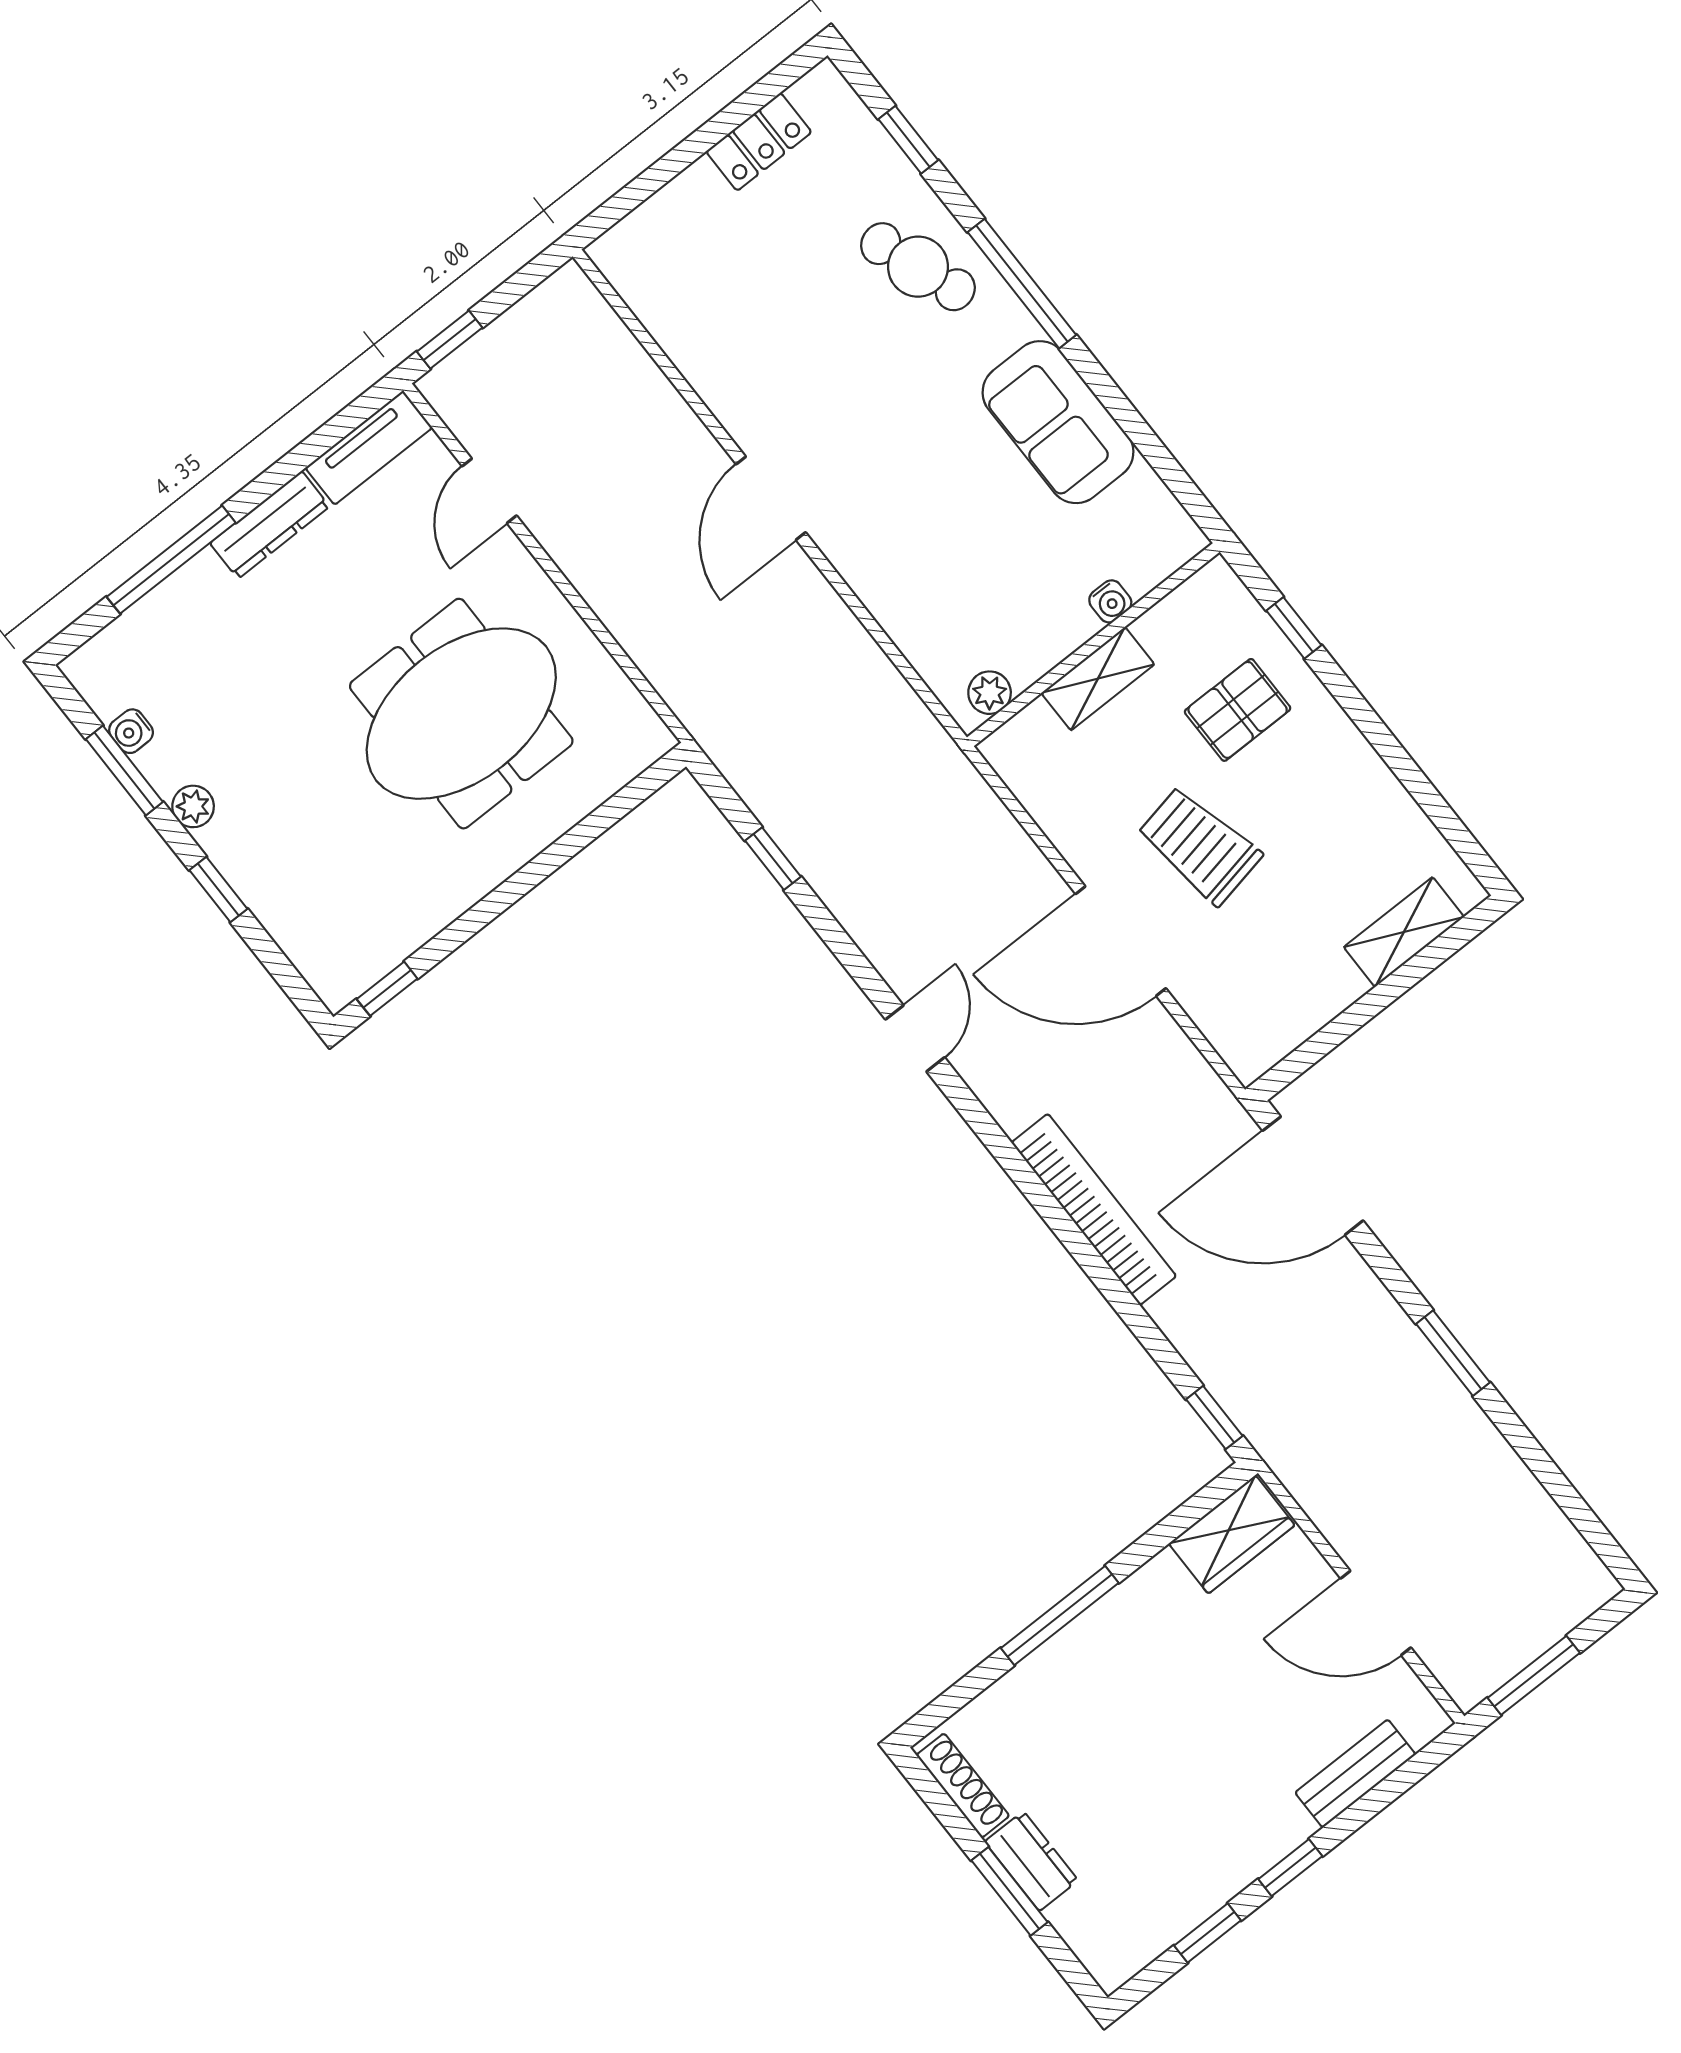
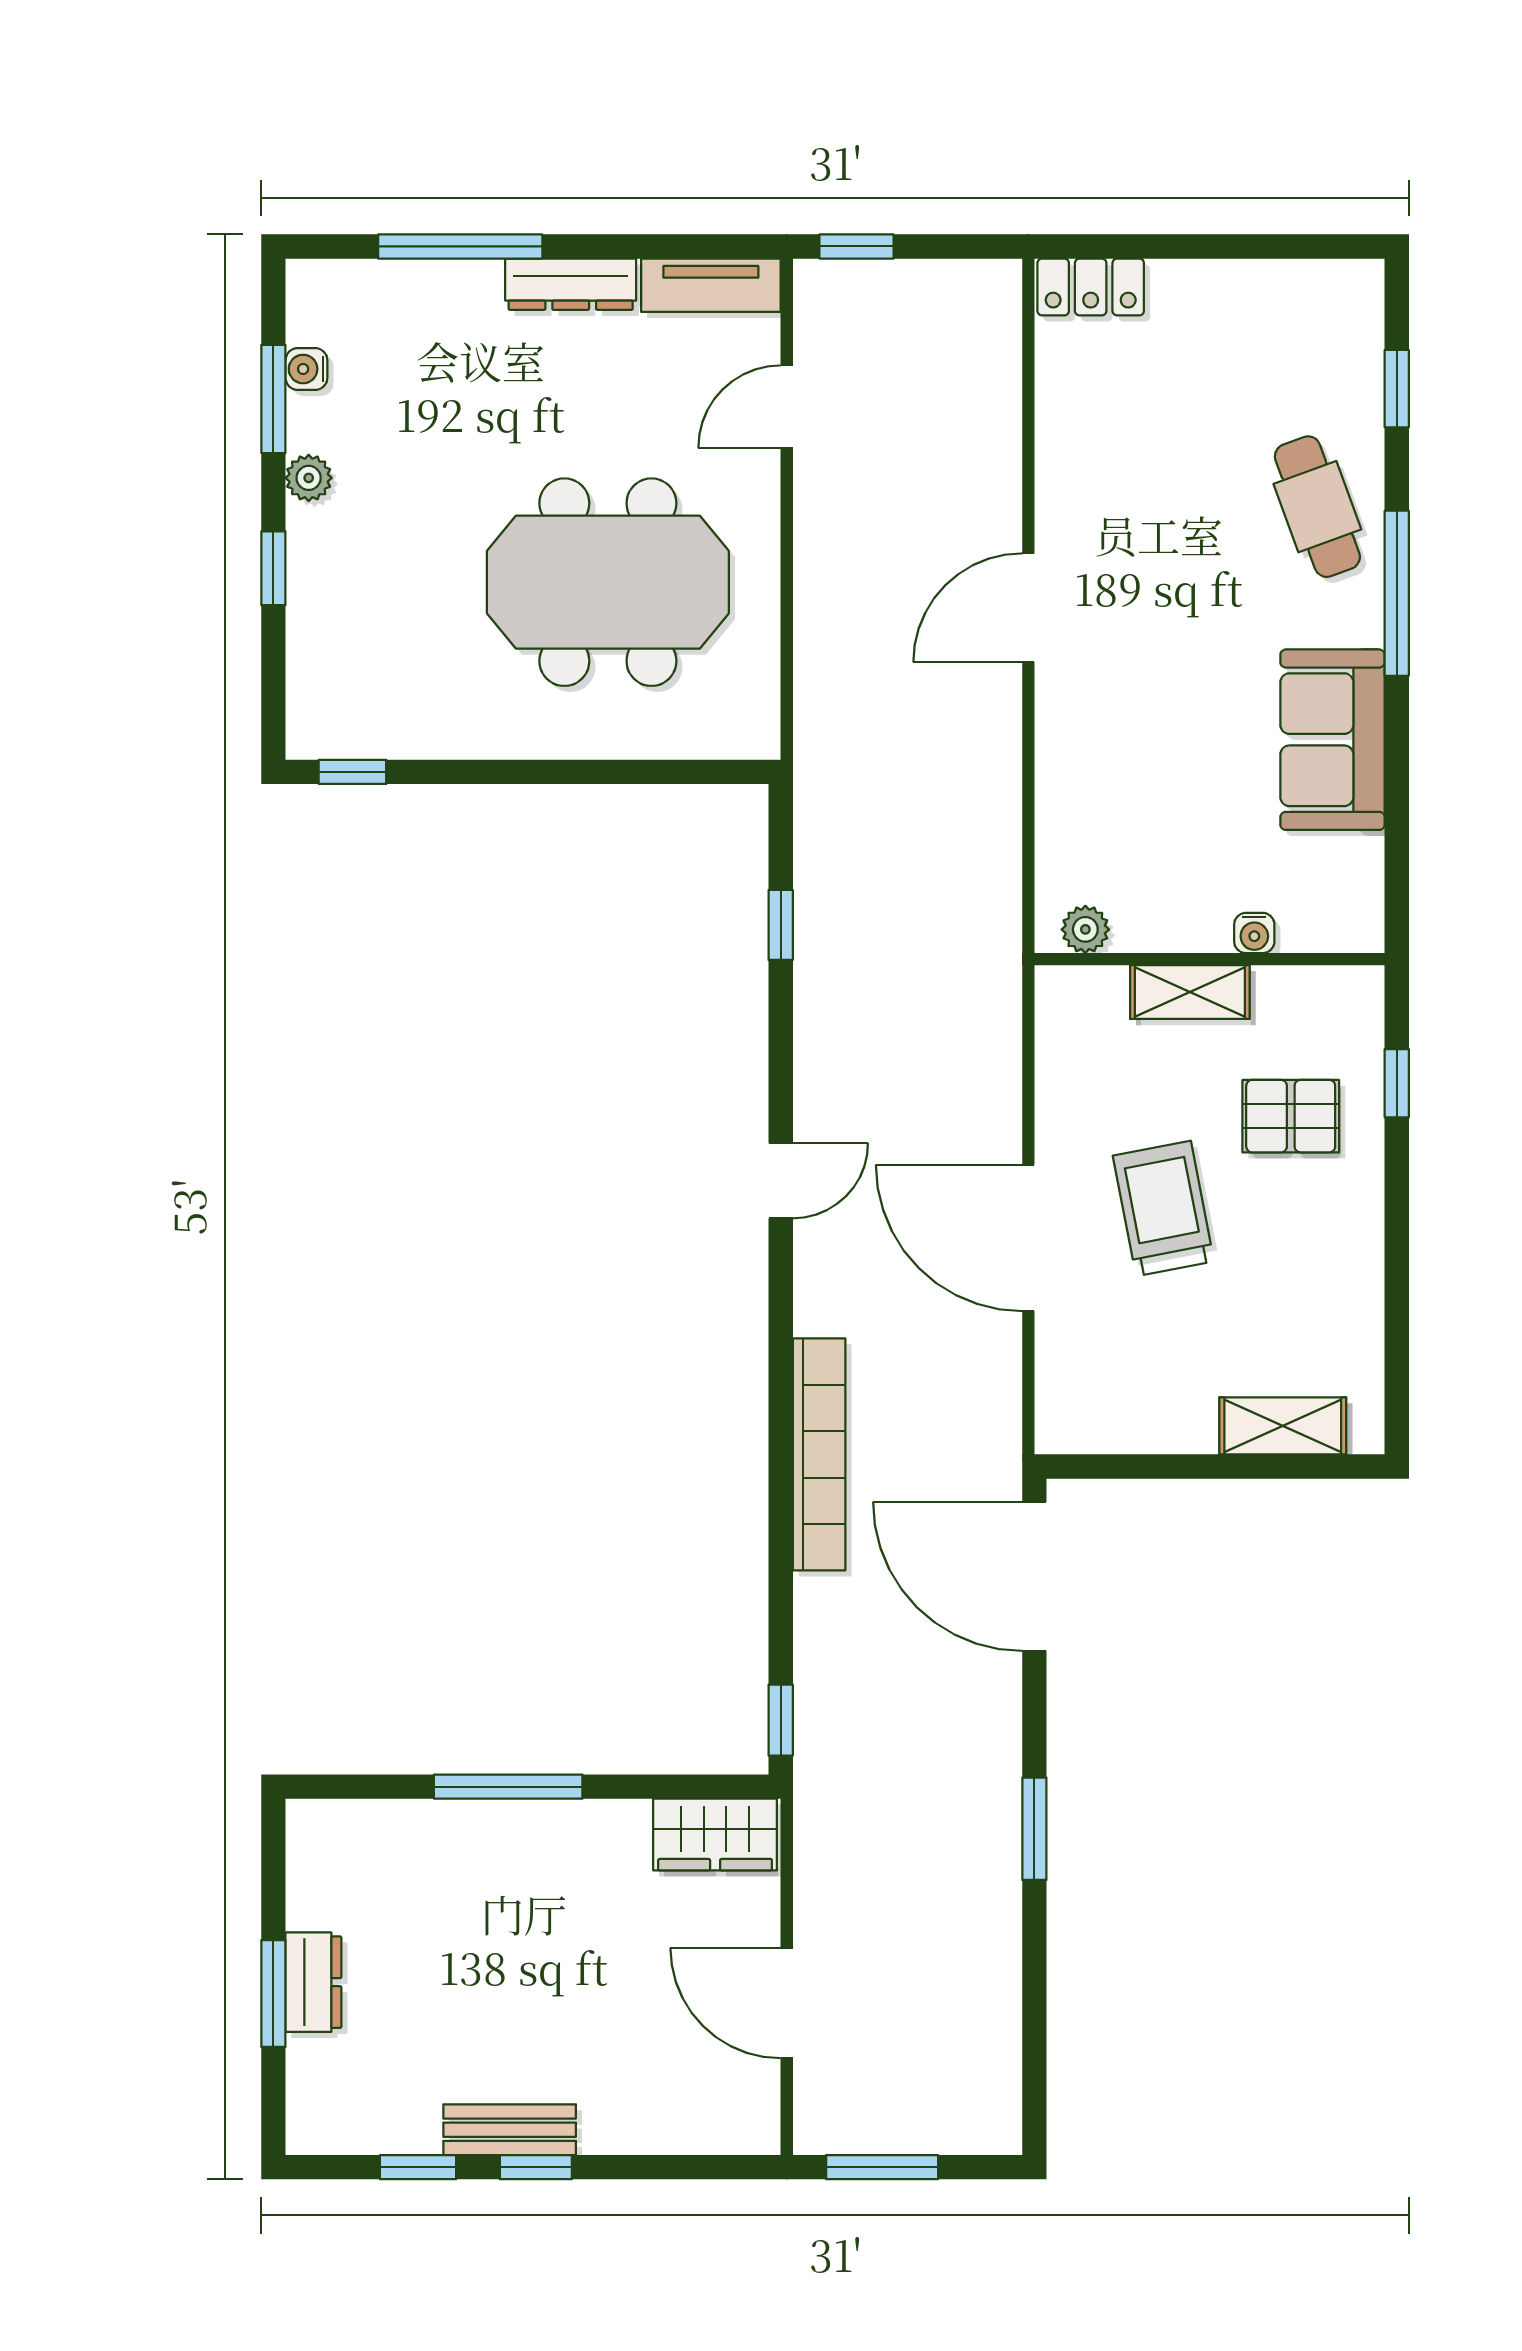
locker: (759, 142) -> (1091, 287), moved
bench: (1355, 1774) -> (510, 2130), moved
shoe rack: (963, 1786) -> (306, 1868), removed

